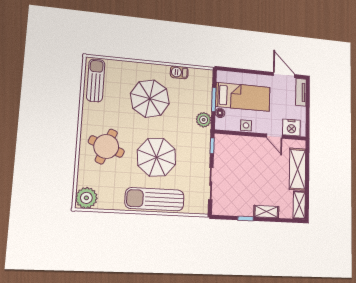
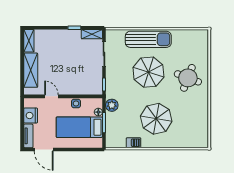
sun lounger: (96, 80) -> (199, 129), removed
nightstand: (291, 127) -> (31, 116), moved, turned -90
plant: (86, 198) -> (200, 38), removed
shelving: (266, 212) -> (92, 34), moved

